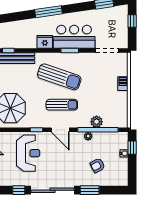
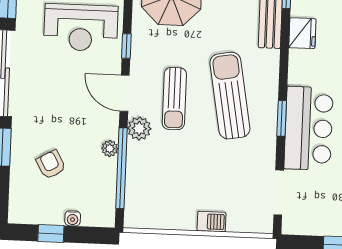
fridge: (45, 42) -> (302, 33), moved
sun lounger: (59, 77) -> (230, 96), turned 151
plant: (97, 122) -> (139, 128), moved
door: (60, 130) -> (125, 93), hinge flipped
window: (132, 148) -> (51, 233), moved

